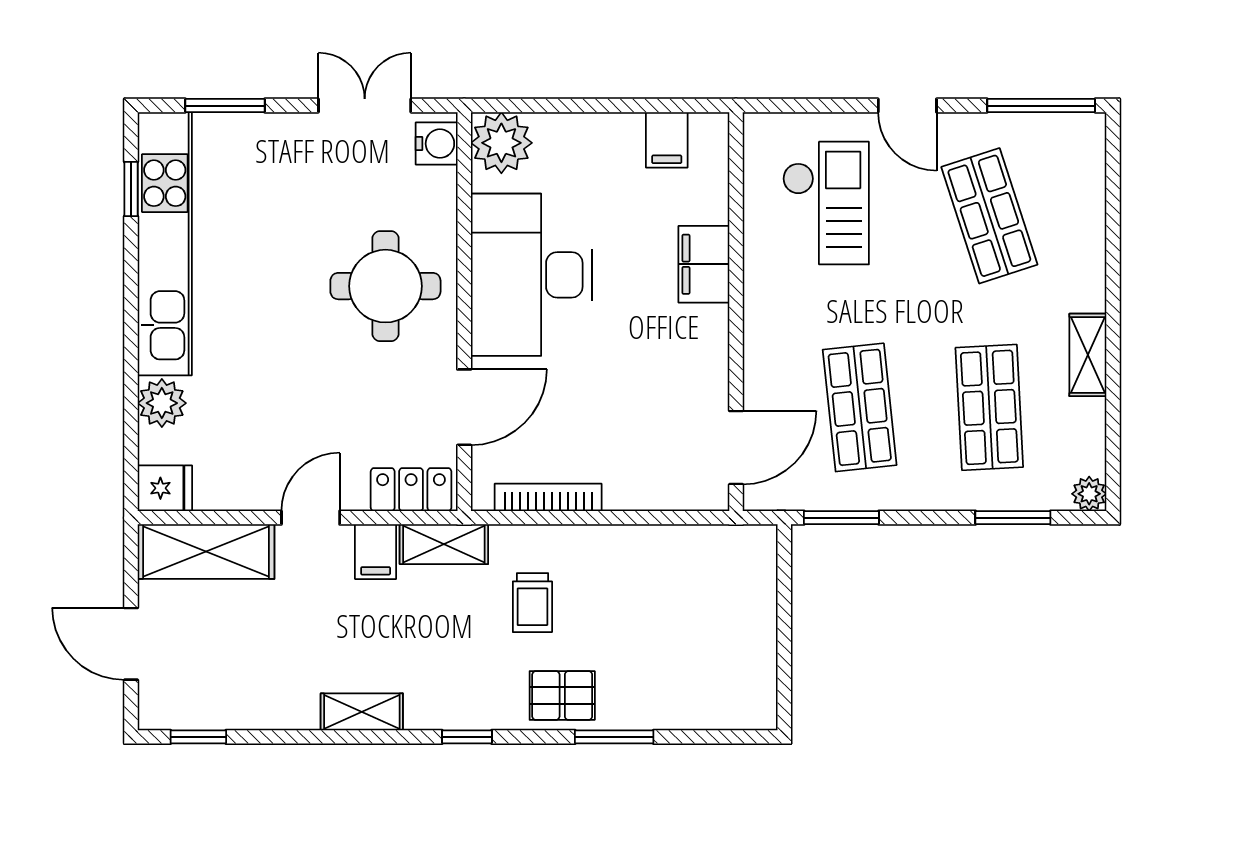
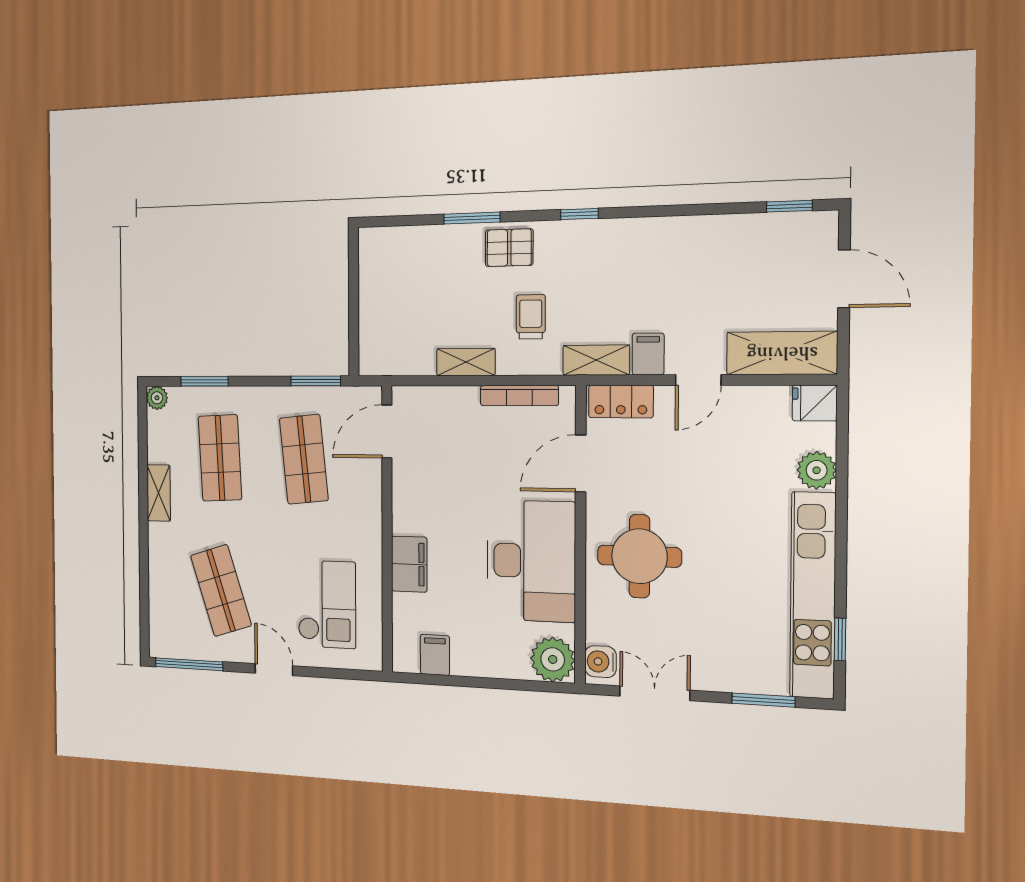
double door: (365, 106) -> (655, 693), swing flipped
checkout: (826, 203) -> (327, 604), turned 180
shelving: (362, 712) -> (466, 362), moved

